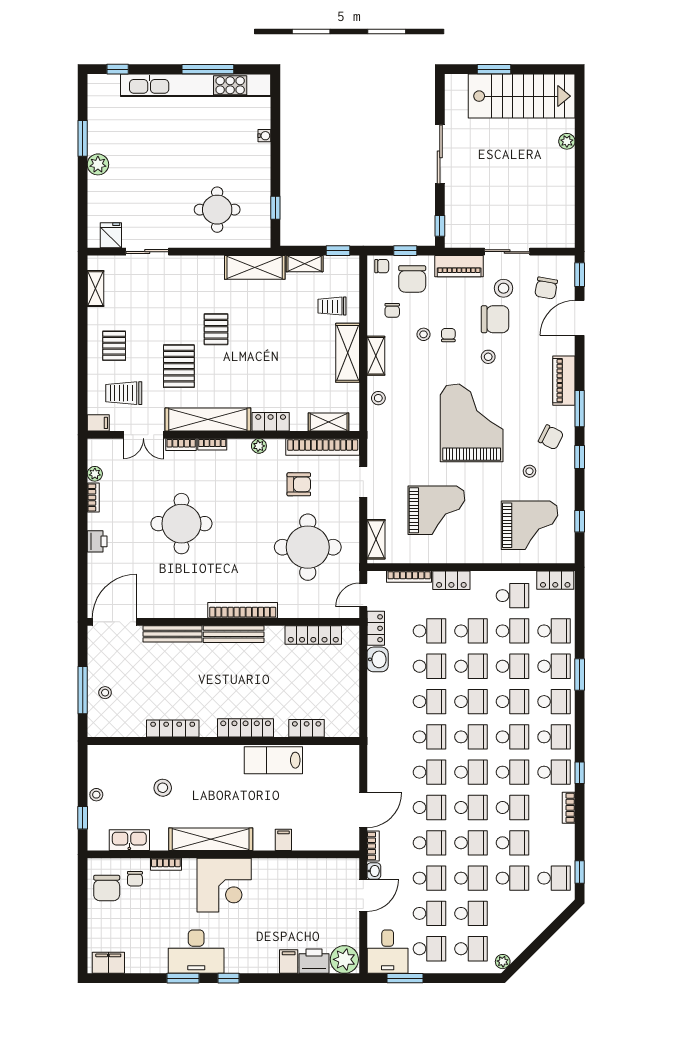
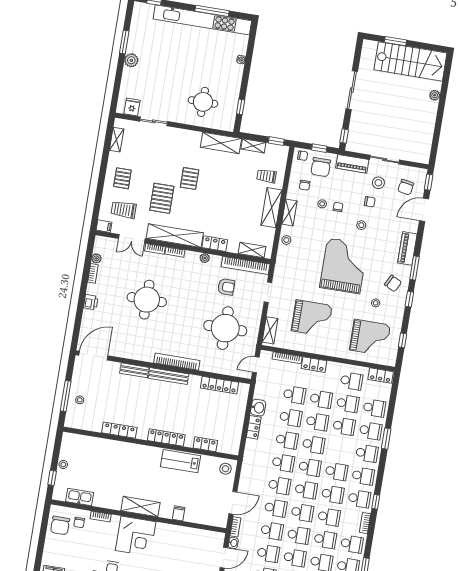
chair: (495, 319) -> (370, 202), width x0.54, depth x0.54
locker: (376, 628) -> (254, 427), moved
bench: (172, 634) -> (134, 370), width x0.73
school desk: (512, 702) -> (352, 544), moved
stool: (163, 788) -> (226, 469), moved
shelving: (211, 839) -> (141, 507), width x0.68

